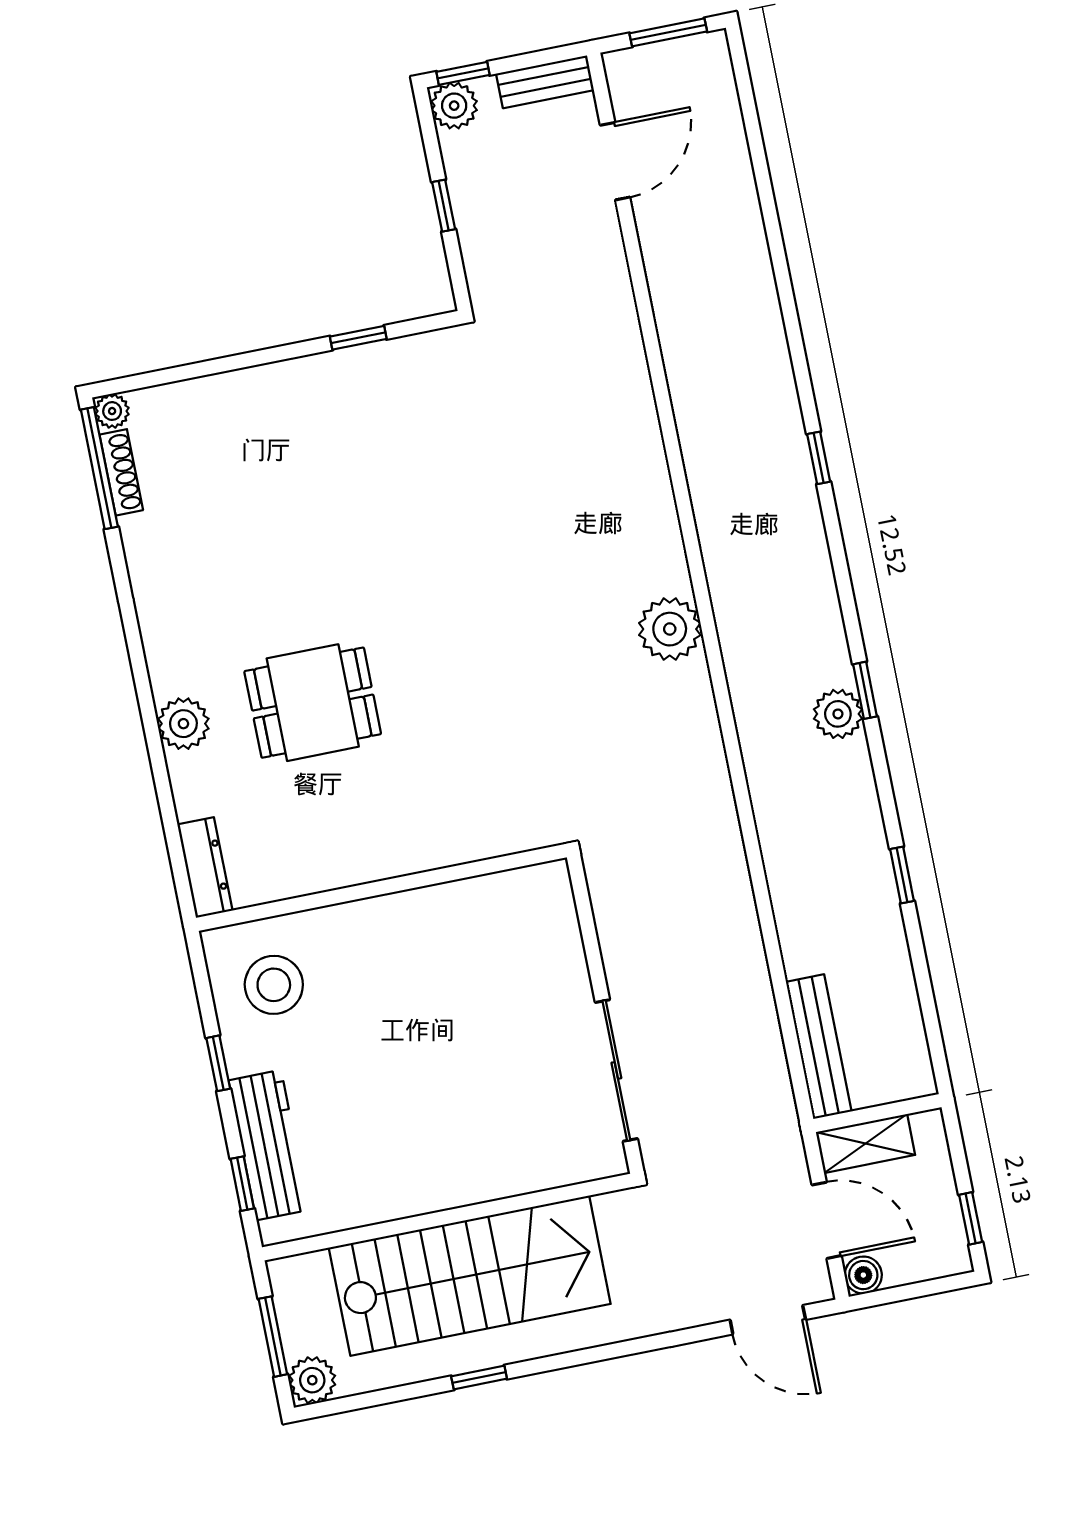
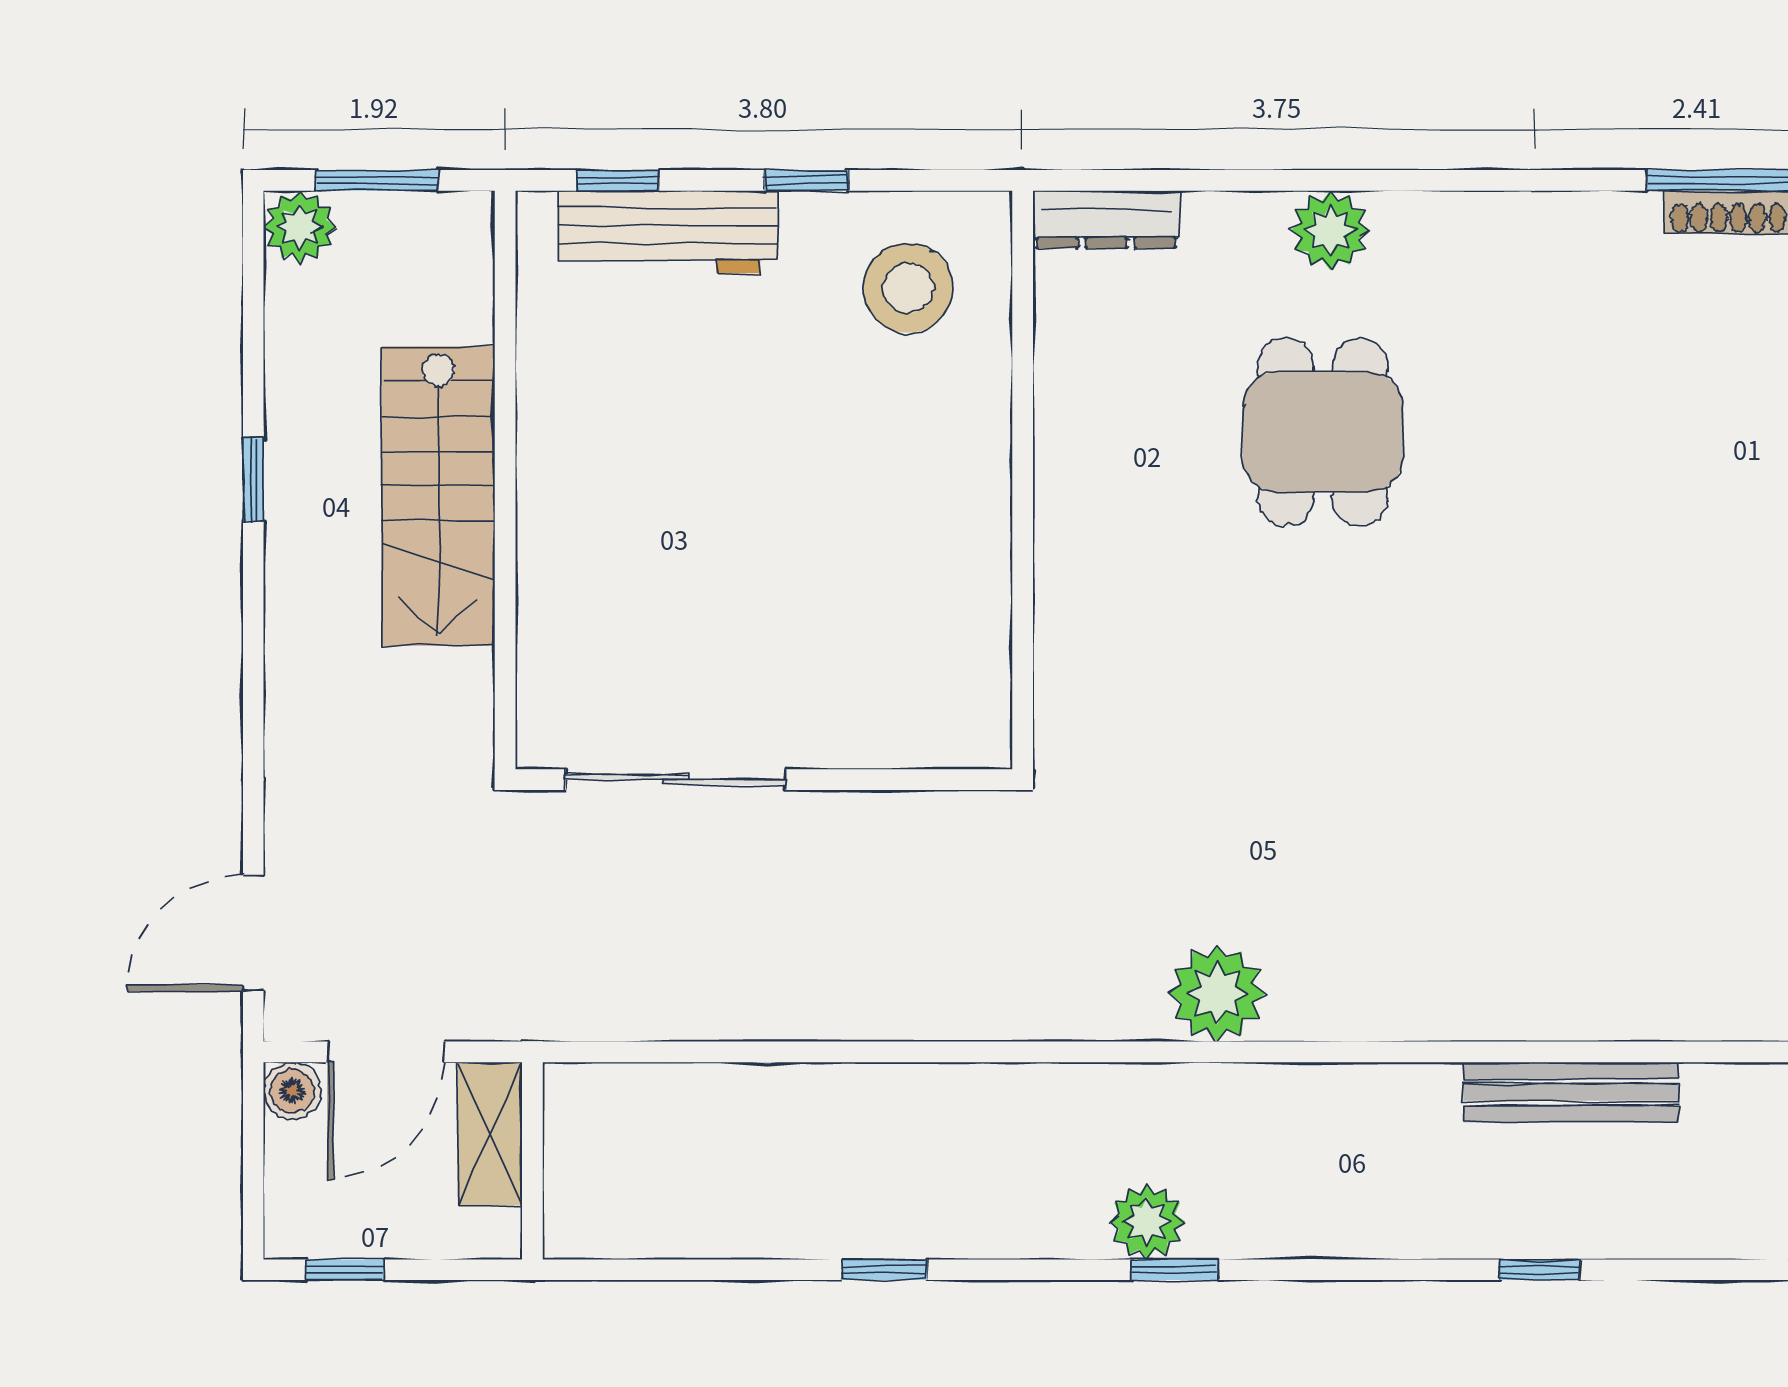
plant: (670, 629) -> (1217, 993), moved
bench: (819, 1047) -> (1571, 1092), moved
stairs: (470, 1276) -> (438, 496), width x0.73, depth x0.66

